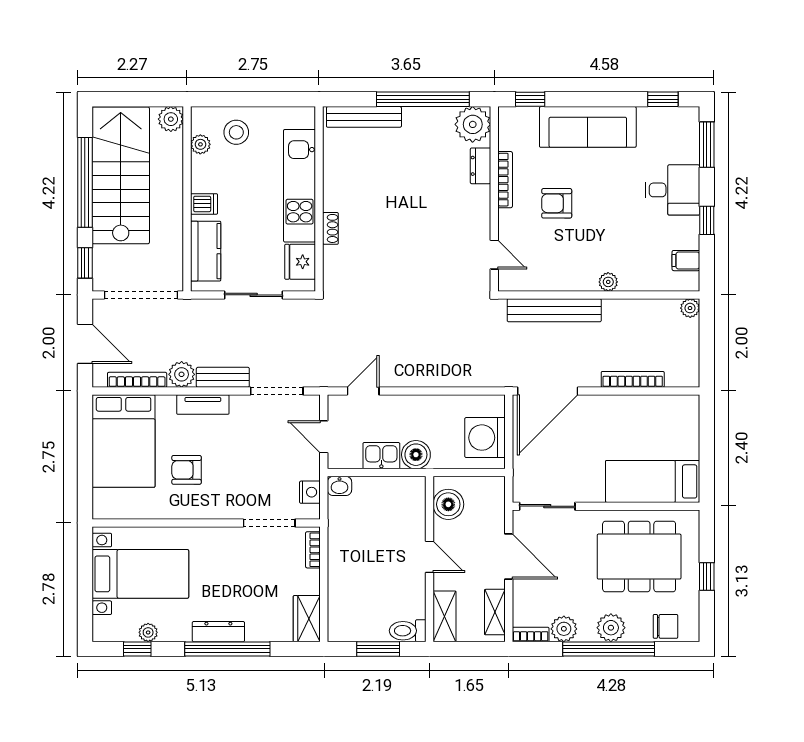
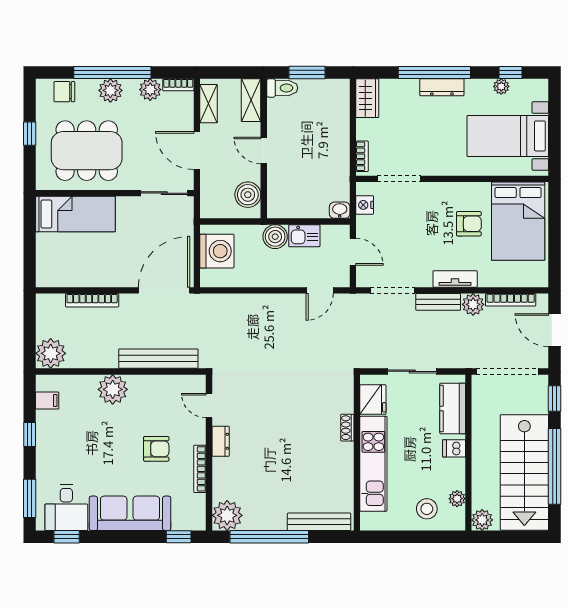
dresser: (481, 166) -> (221, 441), moved
desk: (672, 190) -> (66, 508), moved, turned -90
plant: (608, 282) -> (113, 389), width x1.88, depth x1.88
plant: (690, 308) -> (51, 353), width x1.88, depth x1.88
bed: (124, 441) -> (518, 221), moved, turned 180

